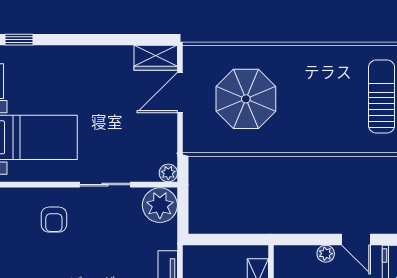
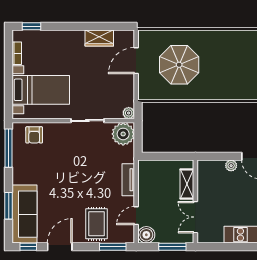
wardrobe: (156, 58) -> (99, 38), moved
armchair: (54, 220) -> (34, 135), moved

